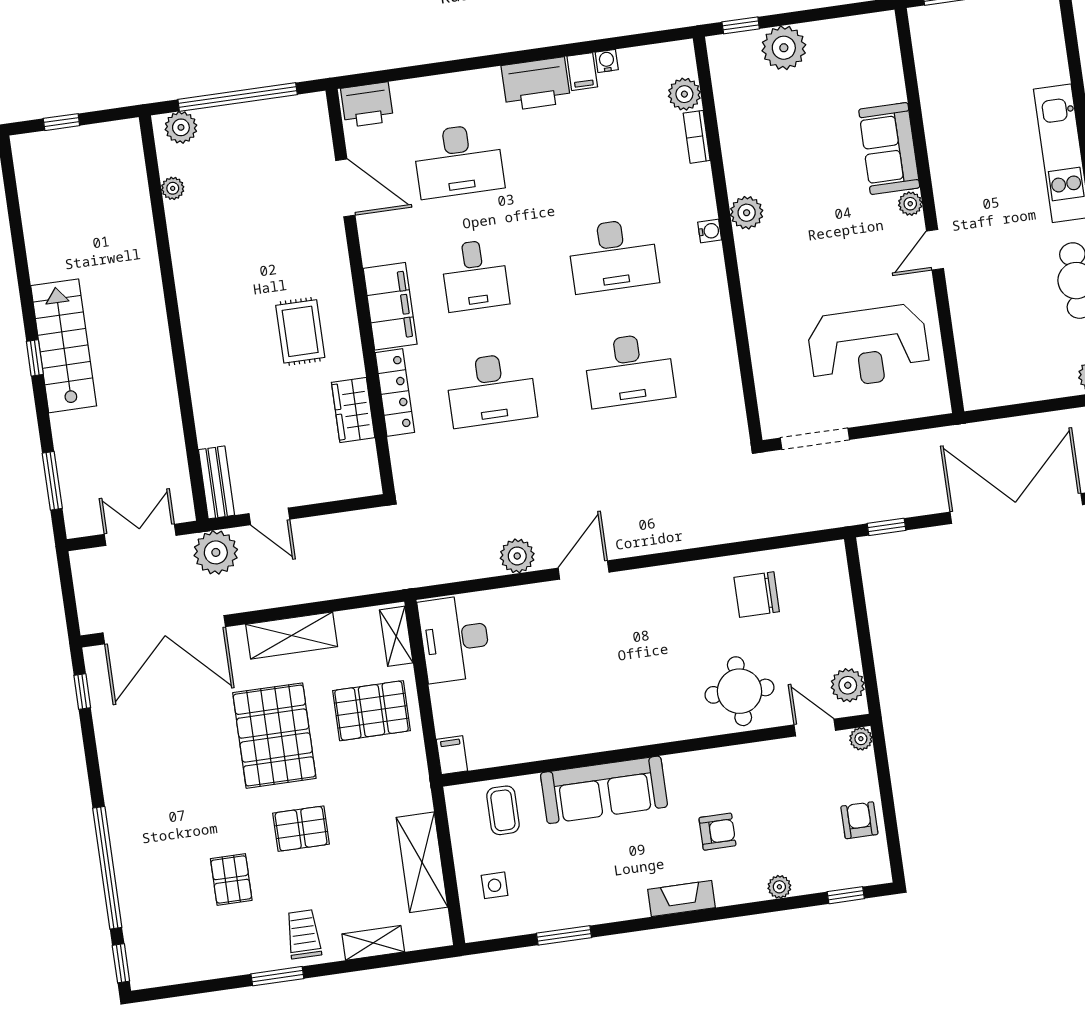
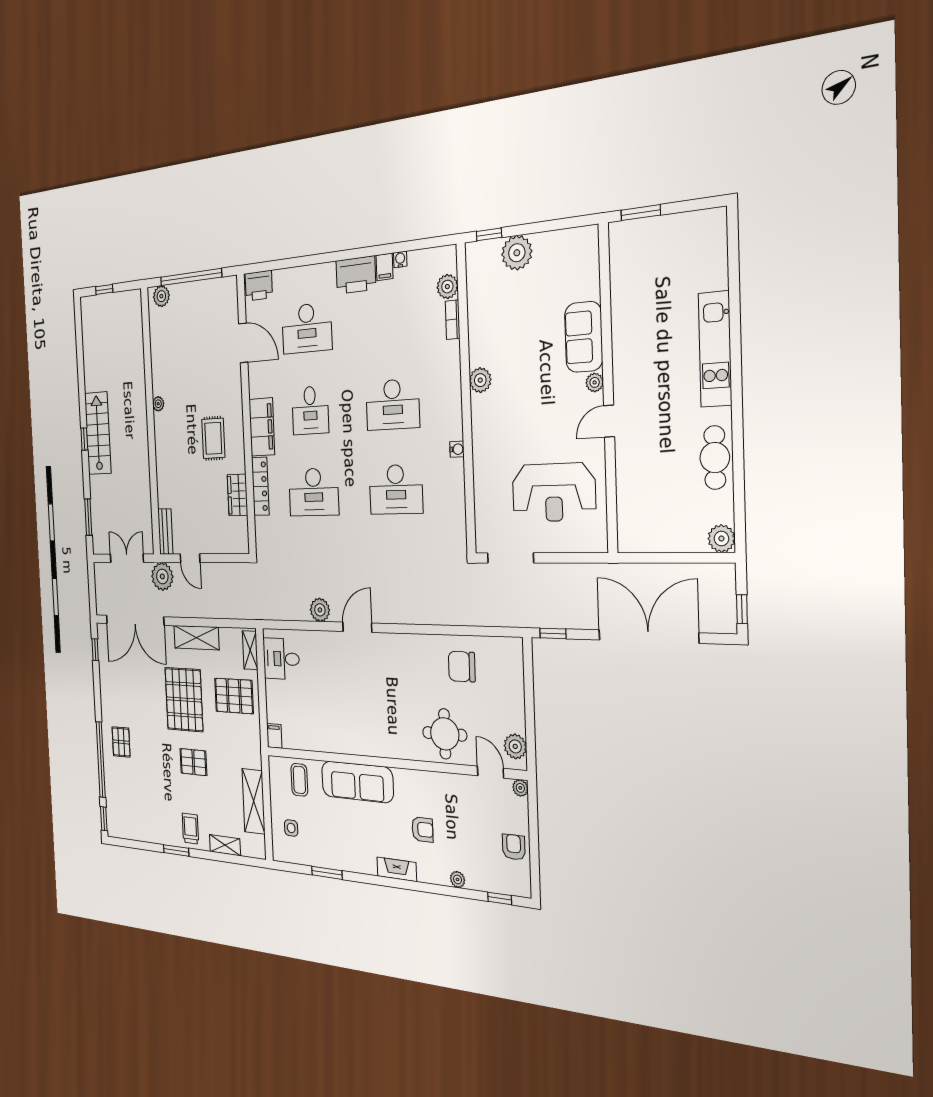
plant: (173, 188) -> (158, 404), moved
water cooler: (710, 231) -> (457, 449), moved
desk: (455, 639) -> (281, 659), width x0.73
pallet: (231, 879) -> (121, 742), moved

